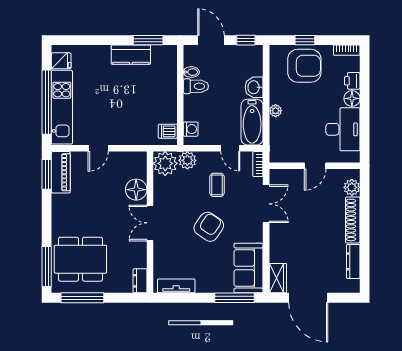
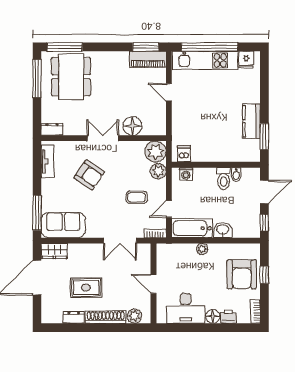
armchair: (209, 227) -> (89, 175), moved
rug: (319, 242) -> (86, 288), added
dresser: (353, 261) -> (74, 317), width x0.70

